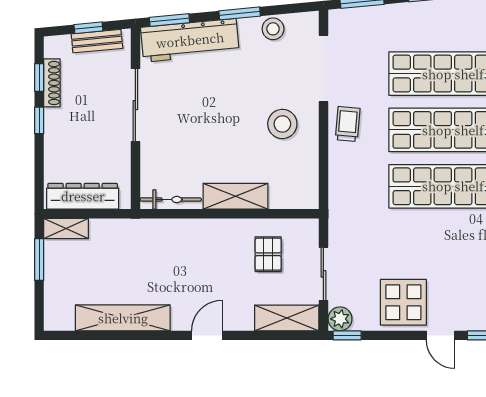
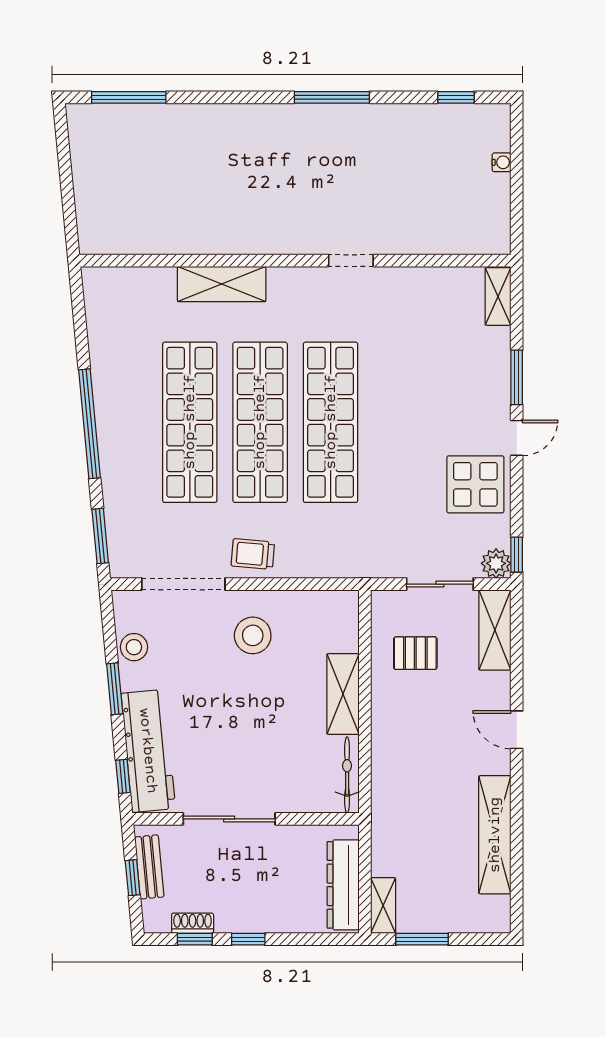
window: (169, 20) -> (123, 776), width x0.67
shoe rack: (52, 83) -> (193, 923), width x0.70

